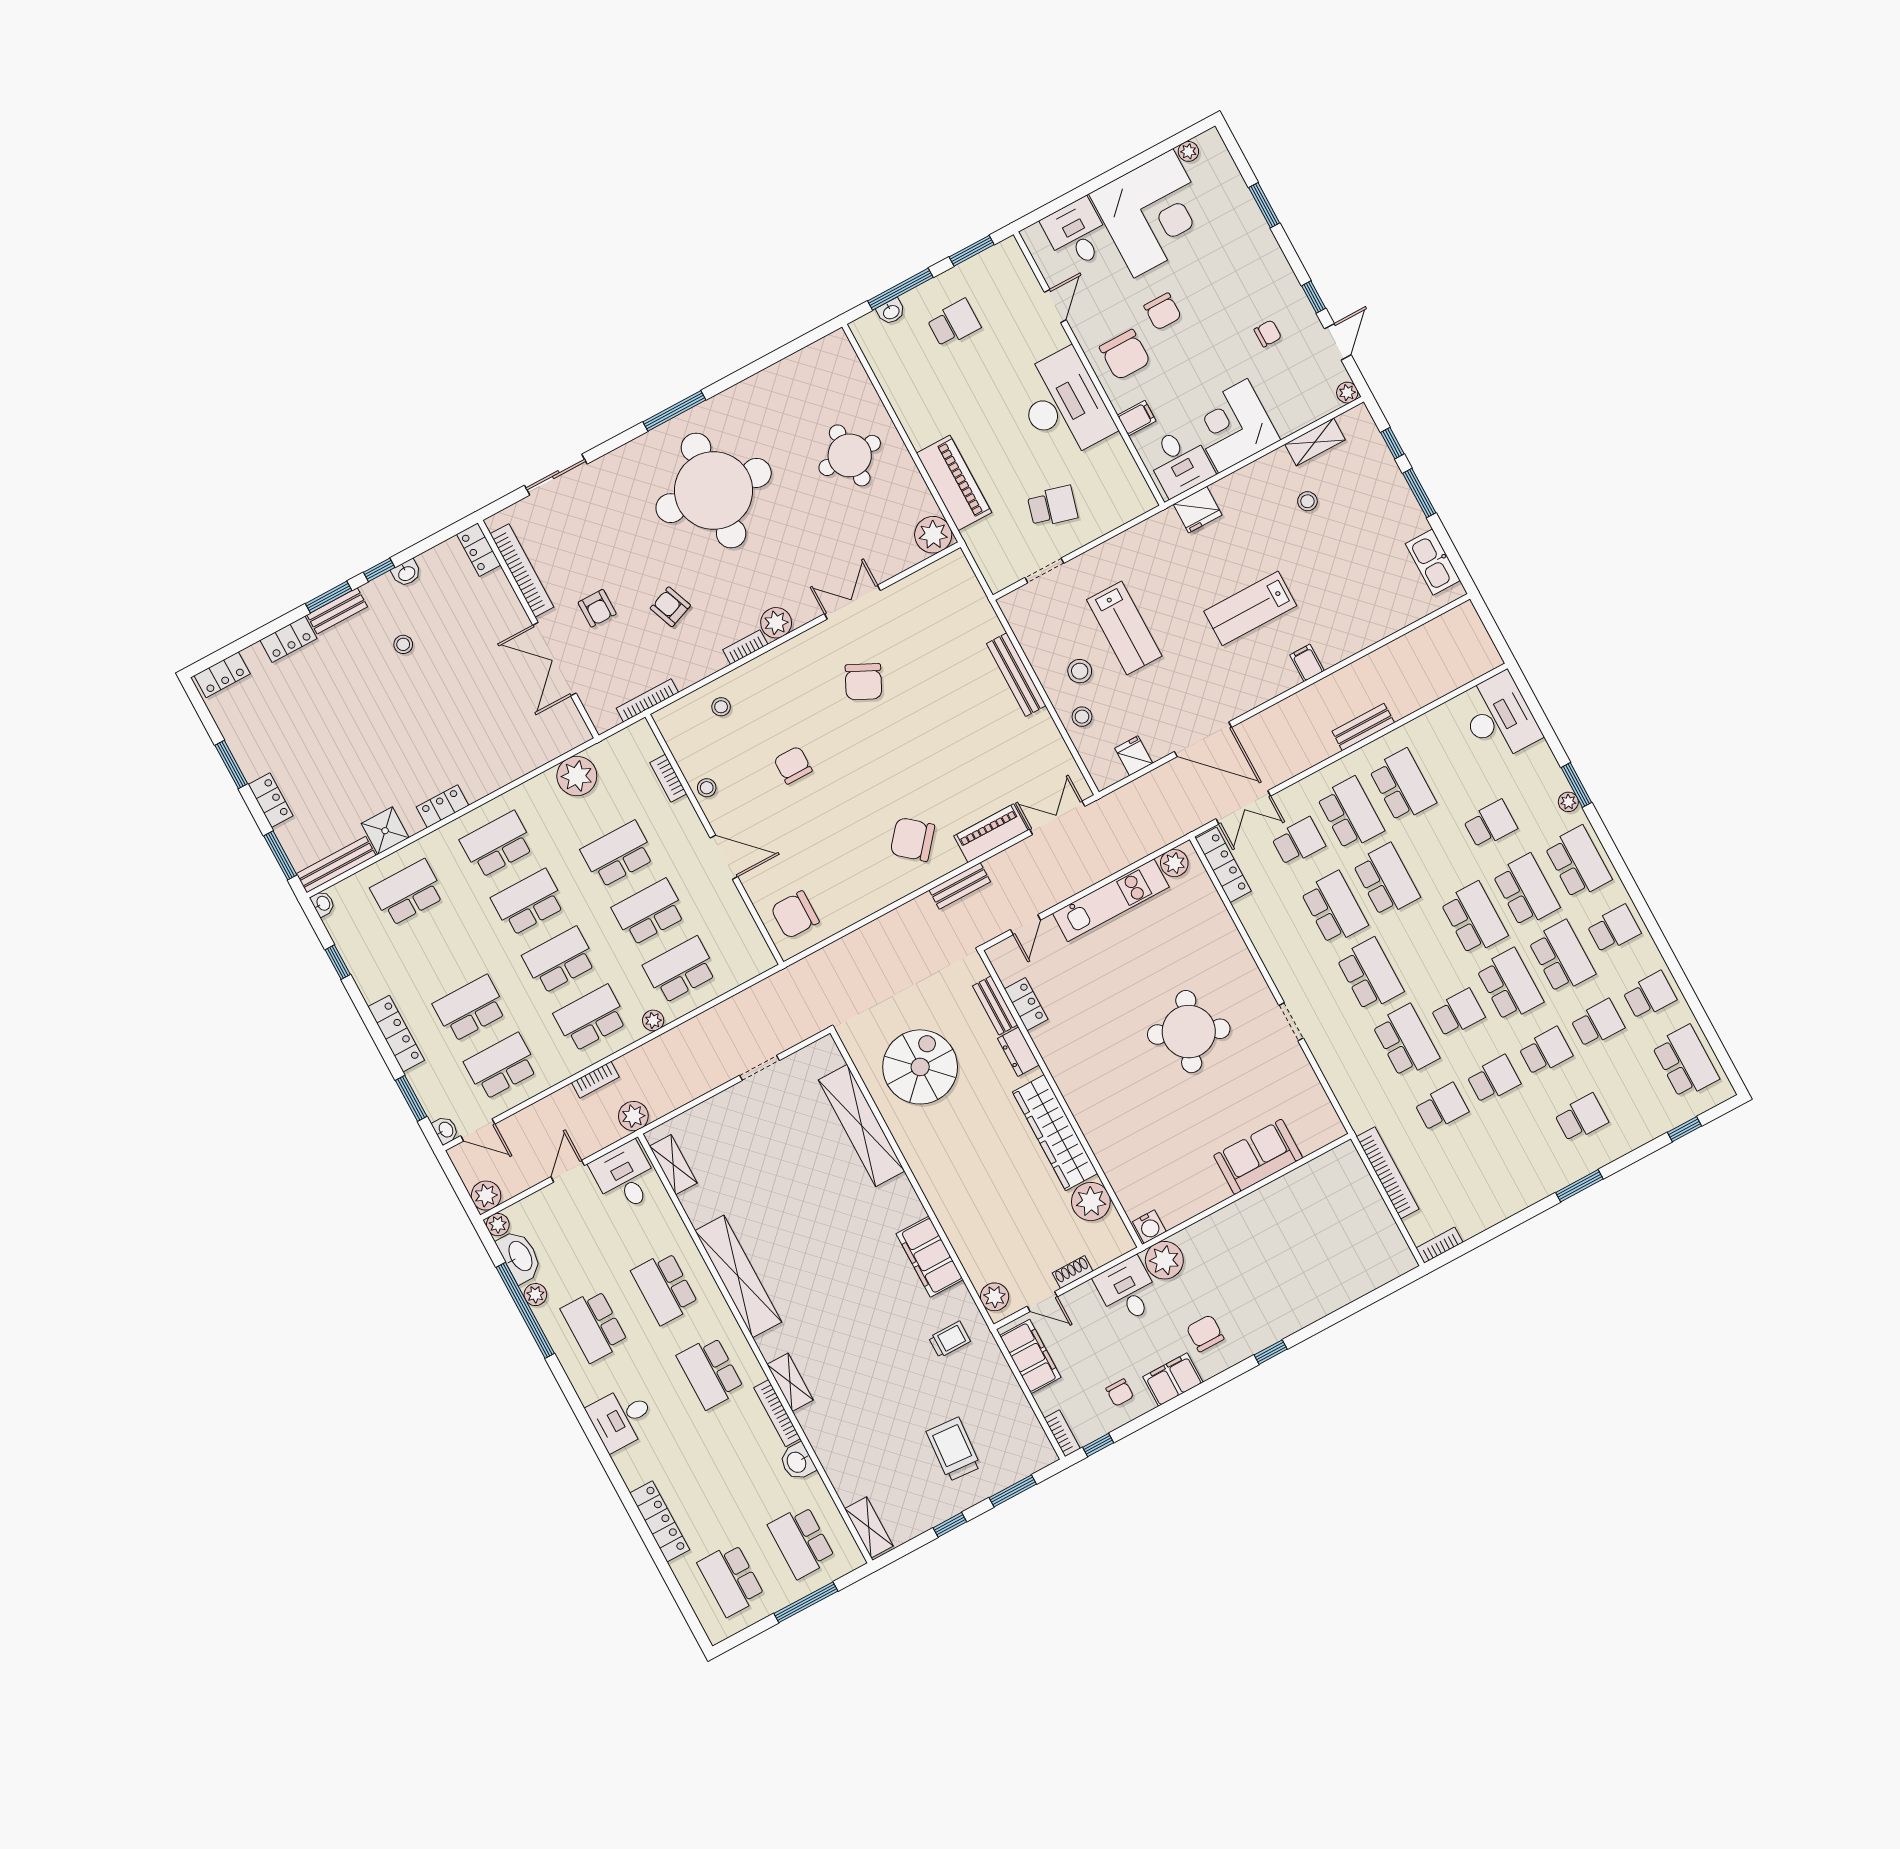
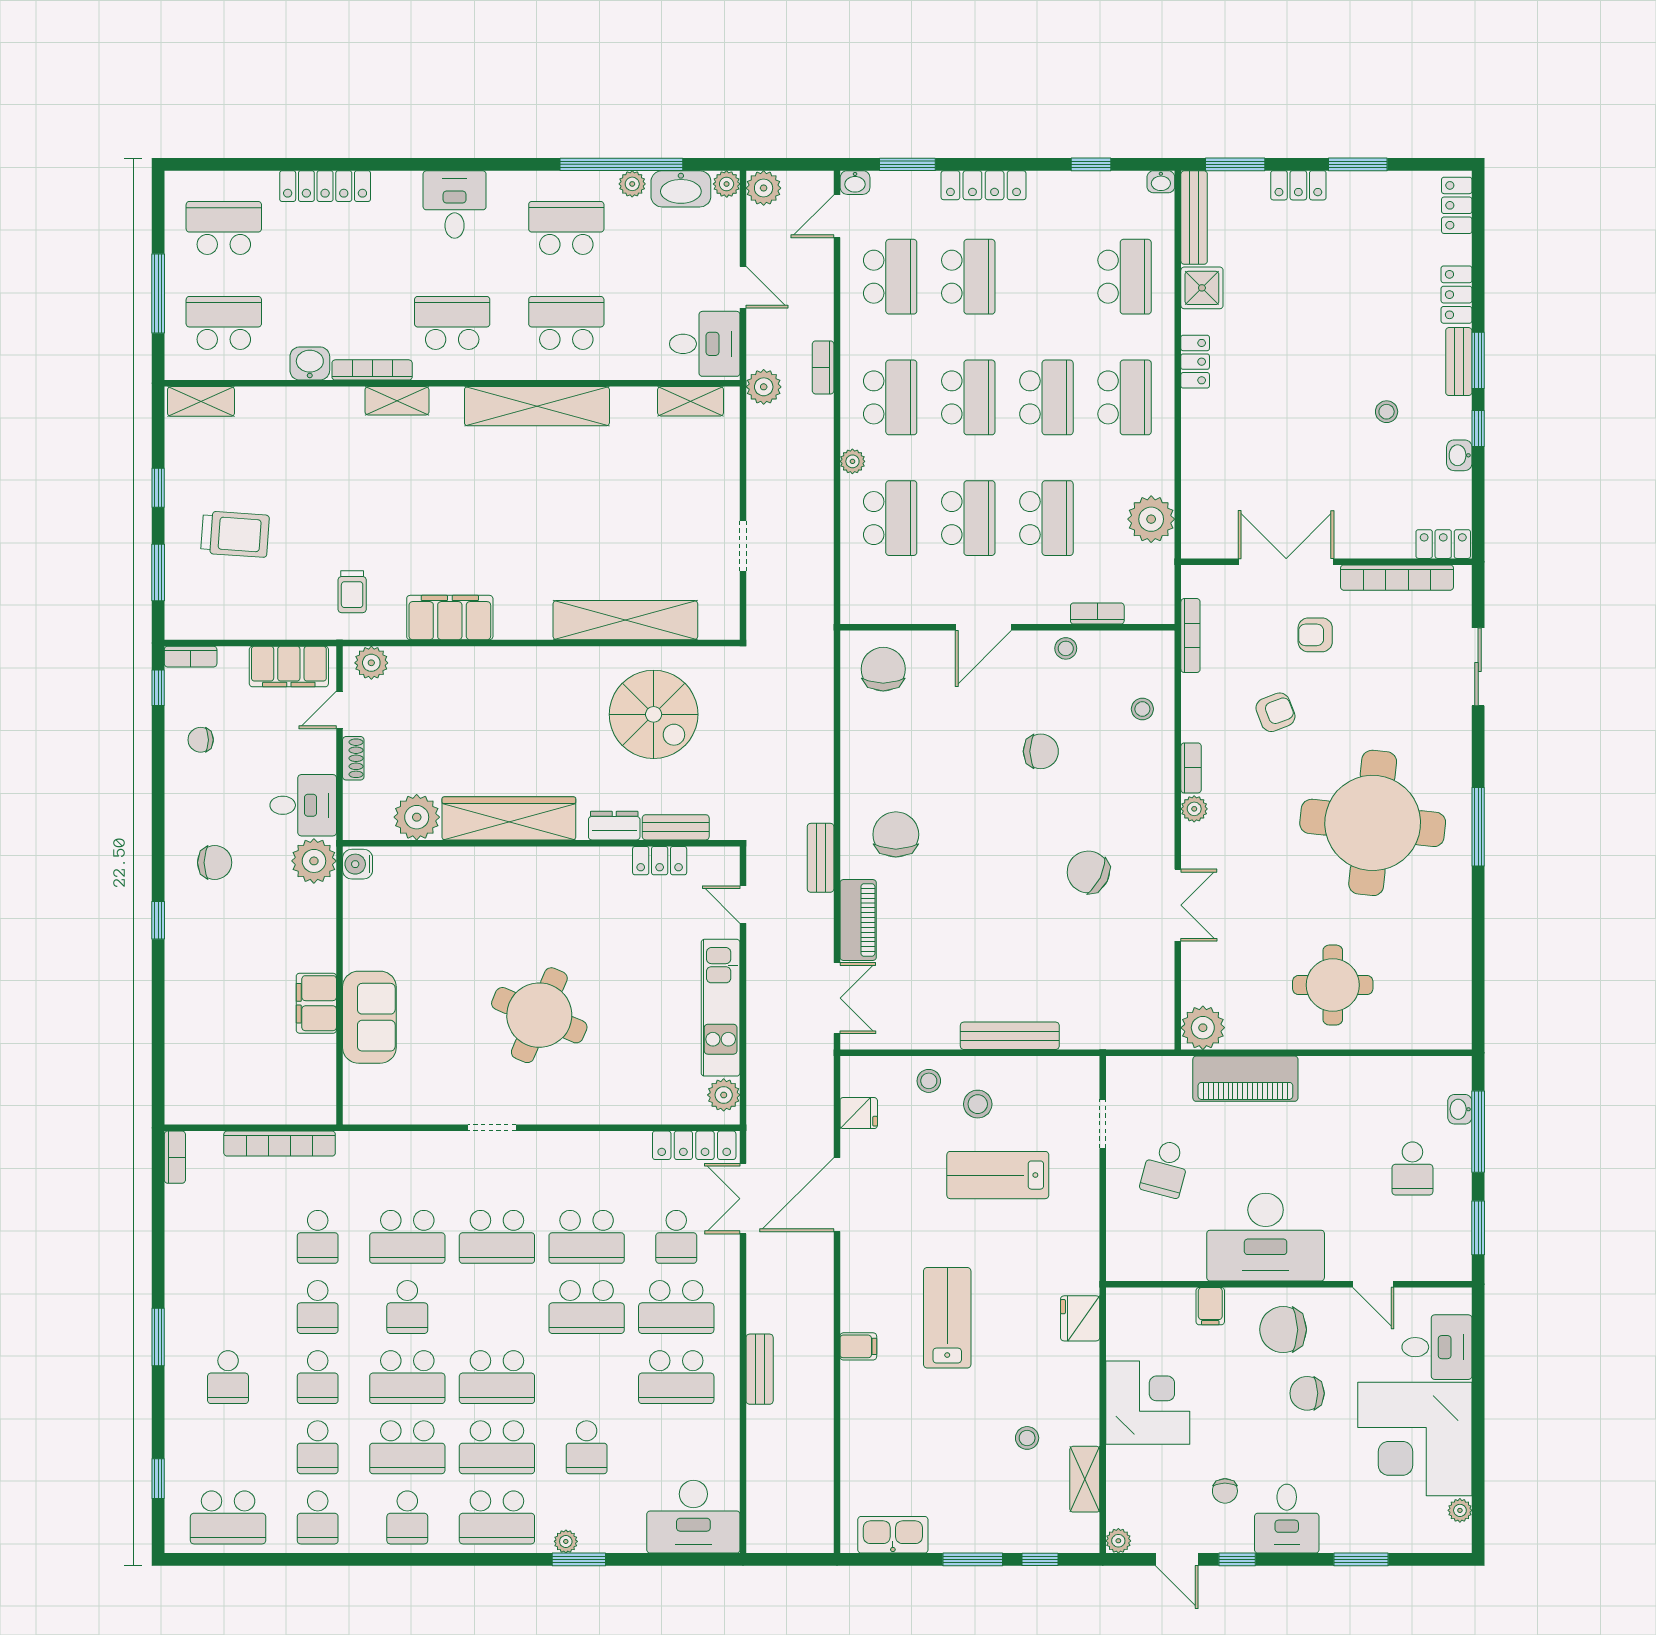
desk: (1179, 462) -> (1287, 1519), moved, turned -90
plant: (776, 623) -> (1194, 809), width x0.73, depth x0.73
chair: (912, 839) -> (896, 834), turned -40
filing cabinet: (1173, 1379) -> (316, 1003), moved, turned 180

